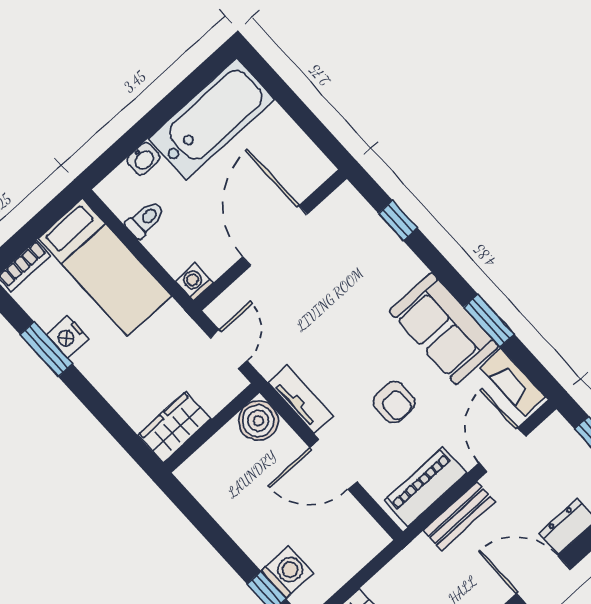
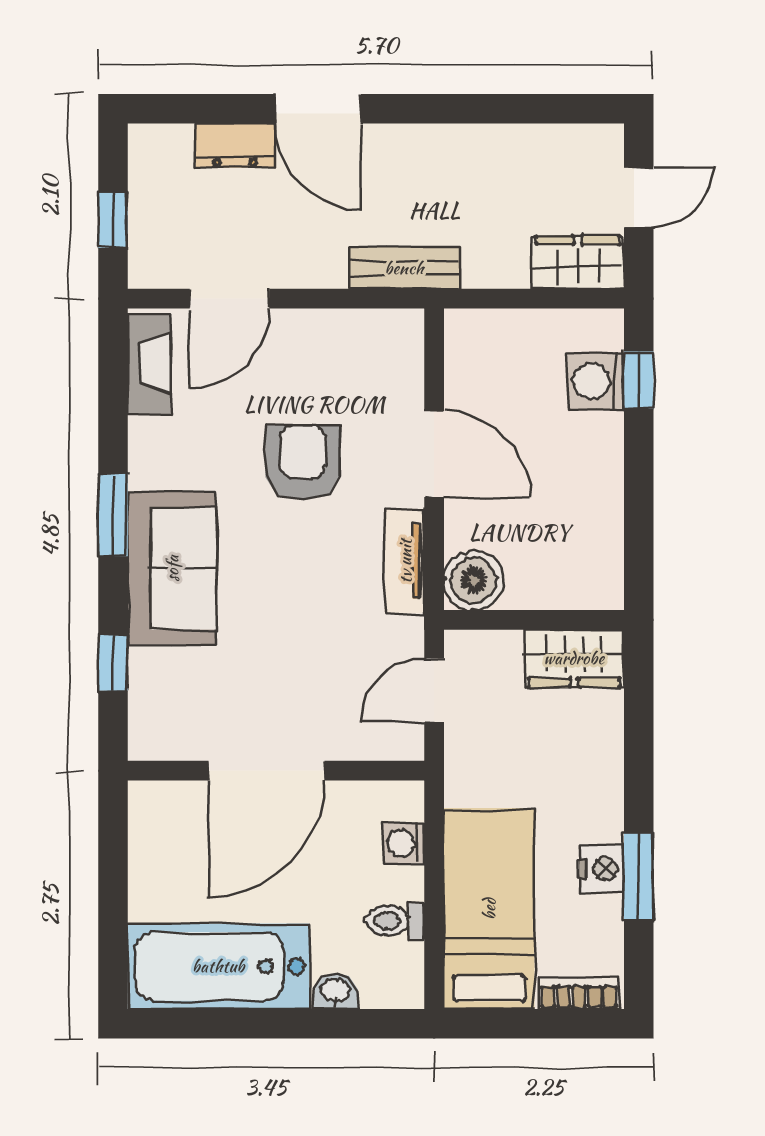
washing machine: (194, 282) -> (404, 843), moved, turned 90
window: (489, 321) -> (113, 515), moved
sofa: (444, 329) -> (172, 568), moved
armchair: (394, 402) -> (303, 462), width x1.38, depth x1.38
piano: (425, 487) -> (354, 335), removed
bench: (459, 516) -> (404, 268), moved

